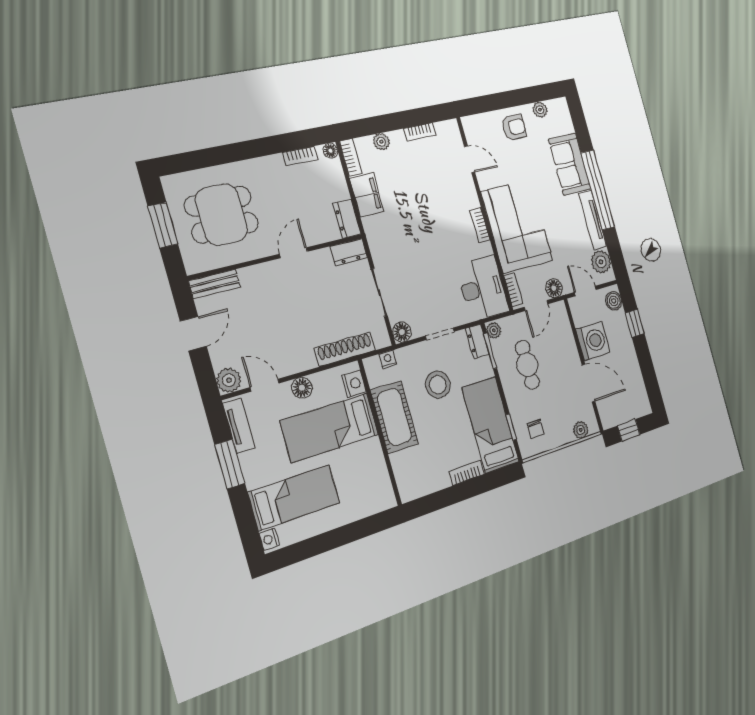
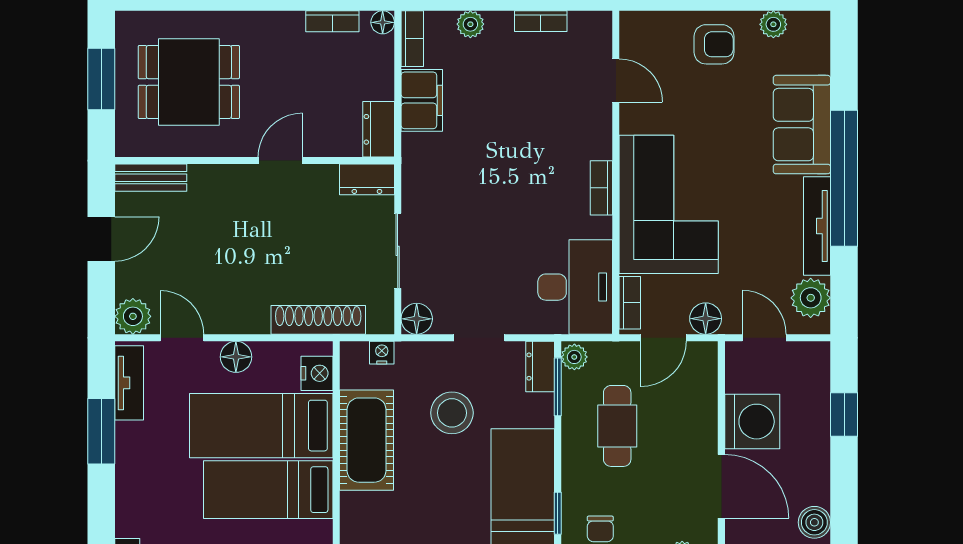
boiler: (614, 301) -> (814, 522), moved
bed: (294, 498) -> (268, 490), moved, turned 180

